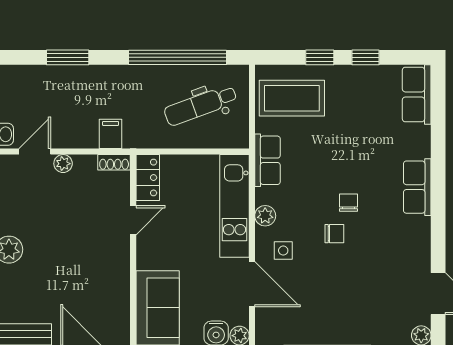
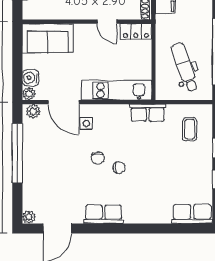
coffee table: (292, 98) -> (190, 129), width x0.54, depth x0.58
row of seats: (417, 187) -> (103, 214), moved
plant: (265, 216) -> (33, 111), moved
door: (252, 284) -> (64, 102), hinge flipped

